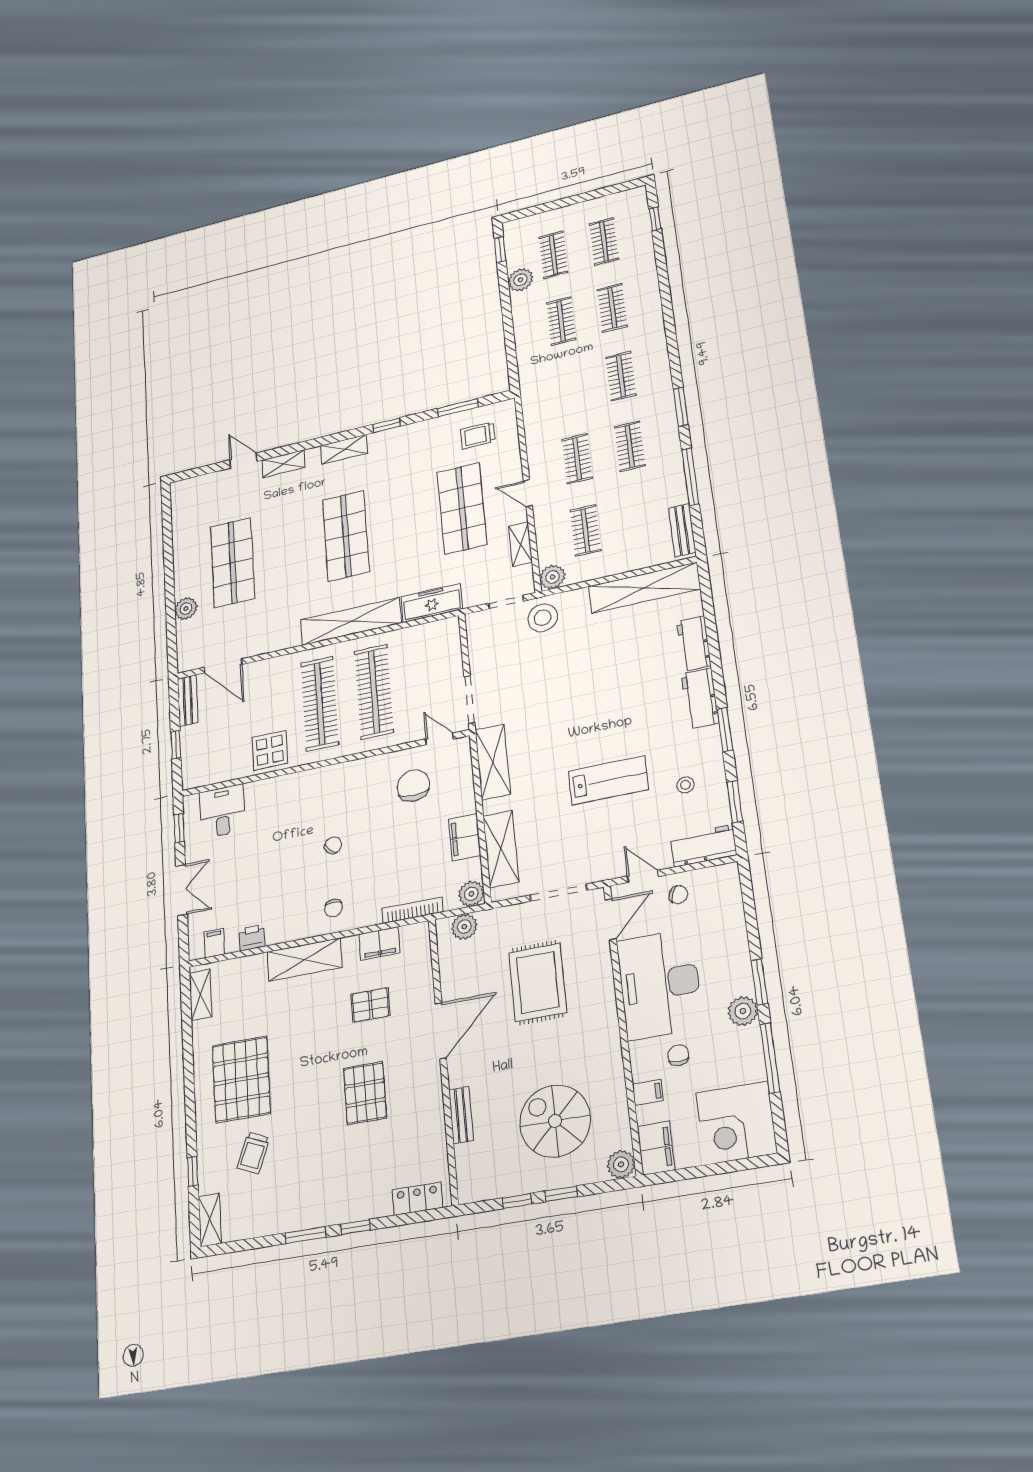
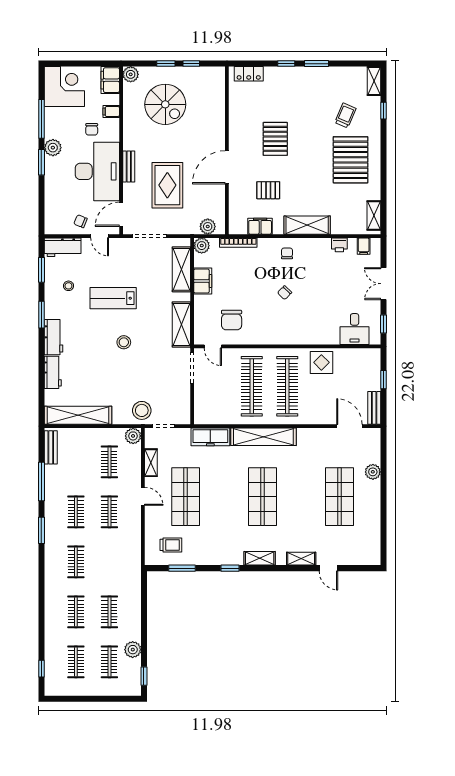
stool: (583, 715) -> (124, 342), added
bench: (461, 1115) -> (129, 167), moved

